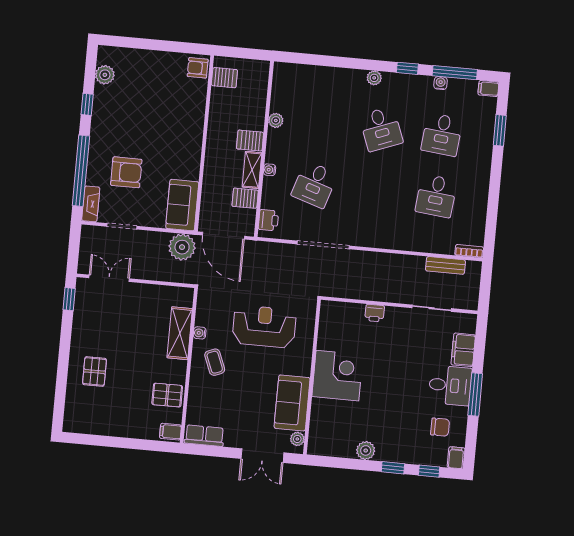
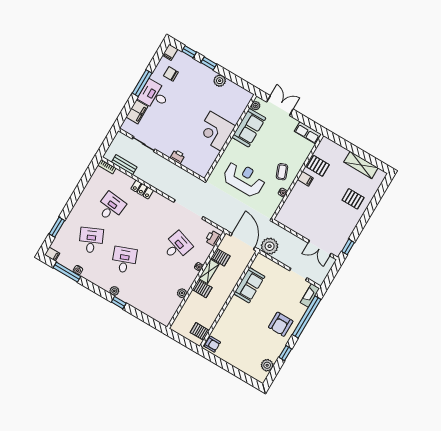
window: (407, 68) -> (119, 303), moved
desk: (442, 135) -> (91, 240), turned -30
armchair: (126, 172) -> (281, 324), moved, turned -90
sofa: (182, 205) -> (249, 285), moved
locker: (403, 242) -> (142, 190), added
reception desk: (264, 327) -> (244, 179), turned 180
shelving: (180, 333) -> (361, 165), moved, turned 90
pallet: (95, 371) -> (353, 199), turned 90
filing cabinet: (171, 432) -> (305, 179), moved

